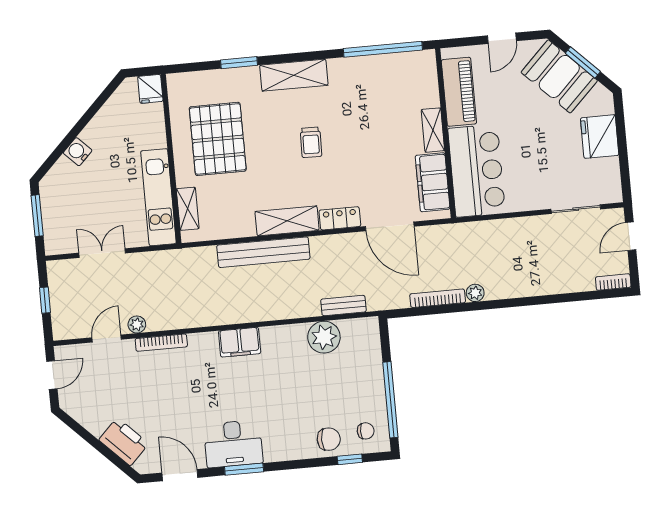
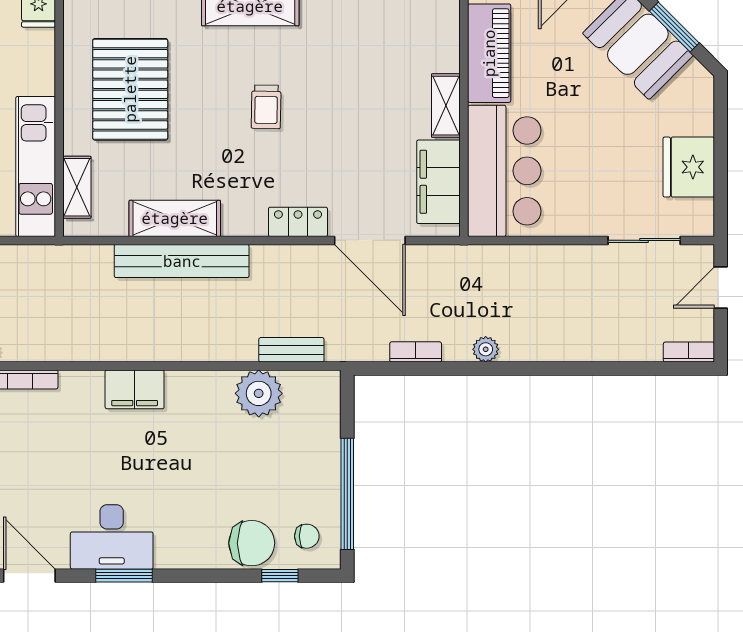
fridge: (600, 137) -> (689, 167), moved
shelving: (287, 221) -> (175, 218), moved
bookcase: (438, 298) -> (416, 352), width x0.64
chair: (329, 439) -> (252, 543), width x1.37, depth x1.37

